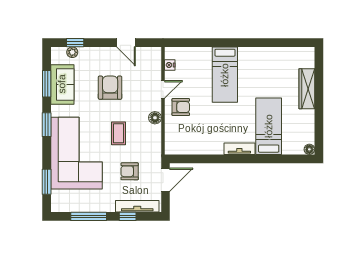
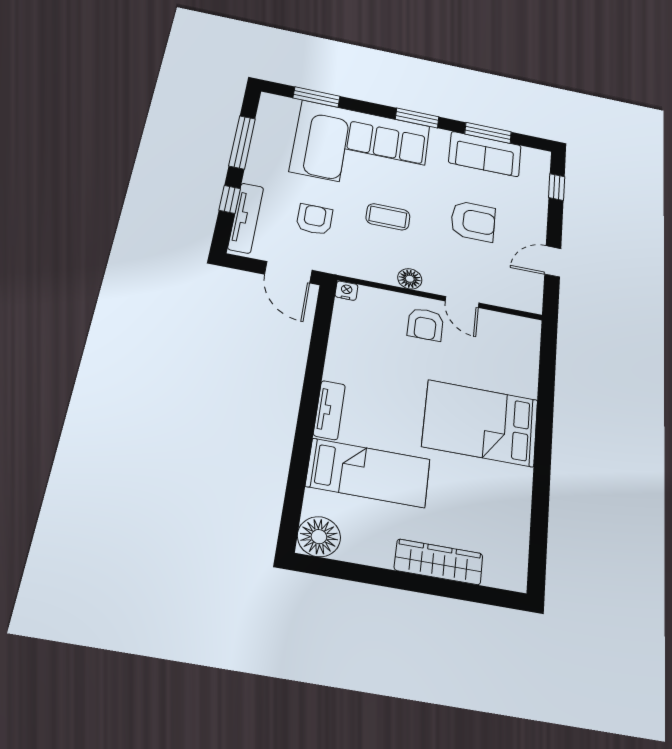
plant: (72, 52) -> (540, 180), removed
nightstand: (170, 65) -> (346, 291), moved
bed: (225, 75) -> (480, 423), width x1.50
floor lamp: (309, 149) -> (319, 537), width x1.89, depth x1.89

